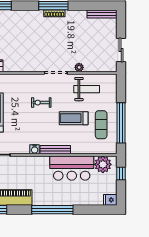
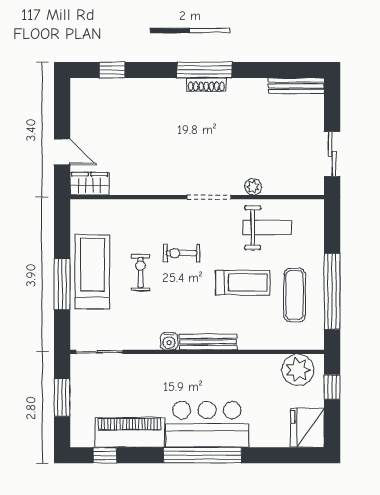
exercise bike: (20, 113) -> (141, 273), added
treadmill: (74, 118) -> (243, 283), turned 180
bar counter: (72, 168) -> (207, 424), moved, turned 180
fridge: (110, 200) -> (307, 428), width x1.88, depth x1.34

